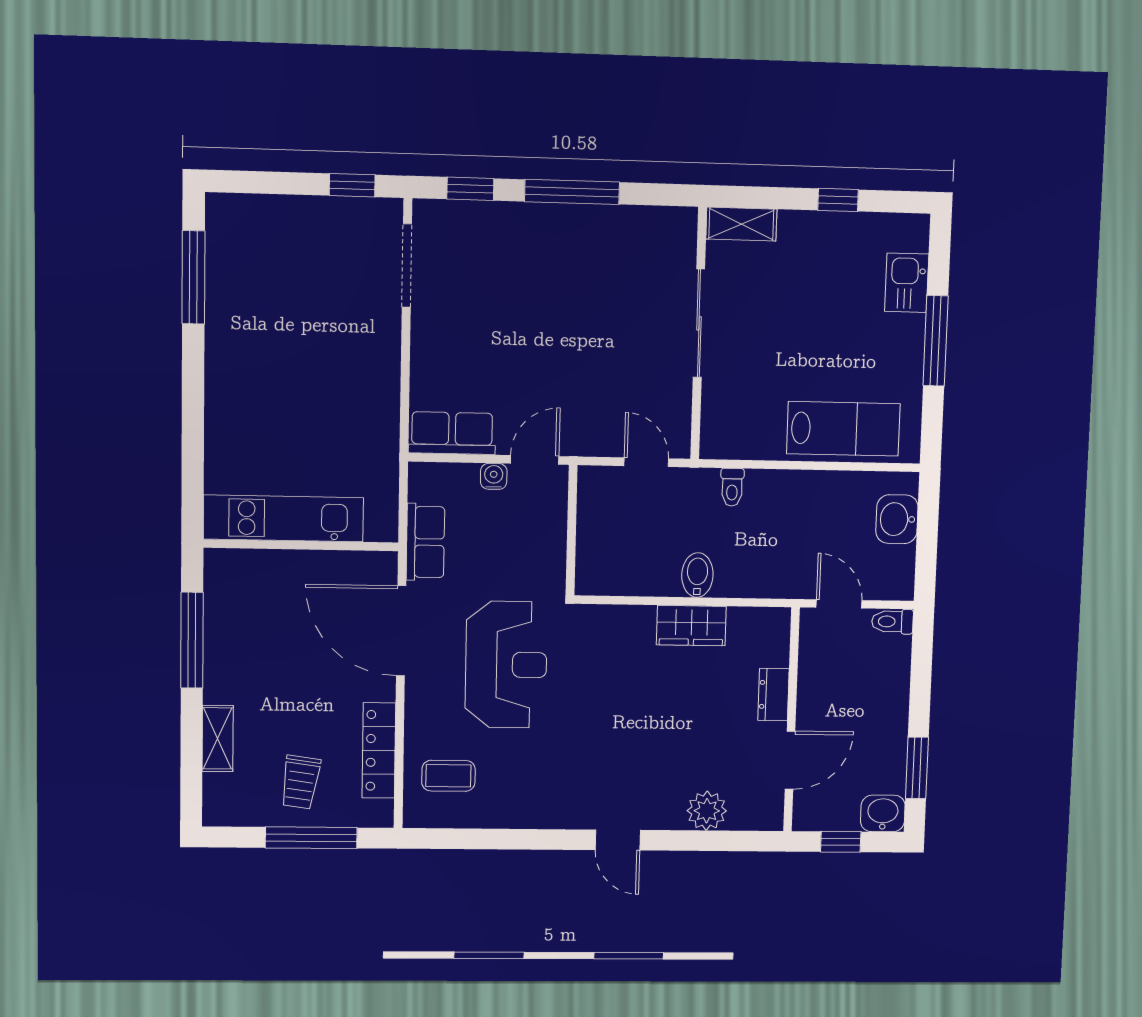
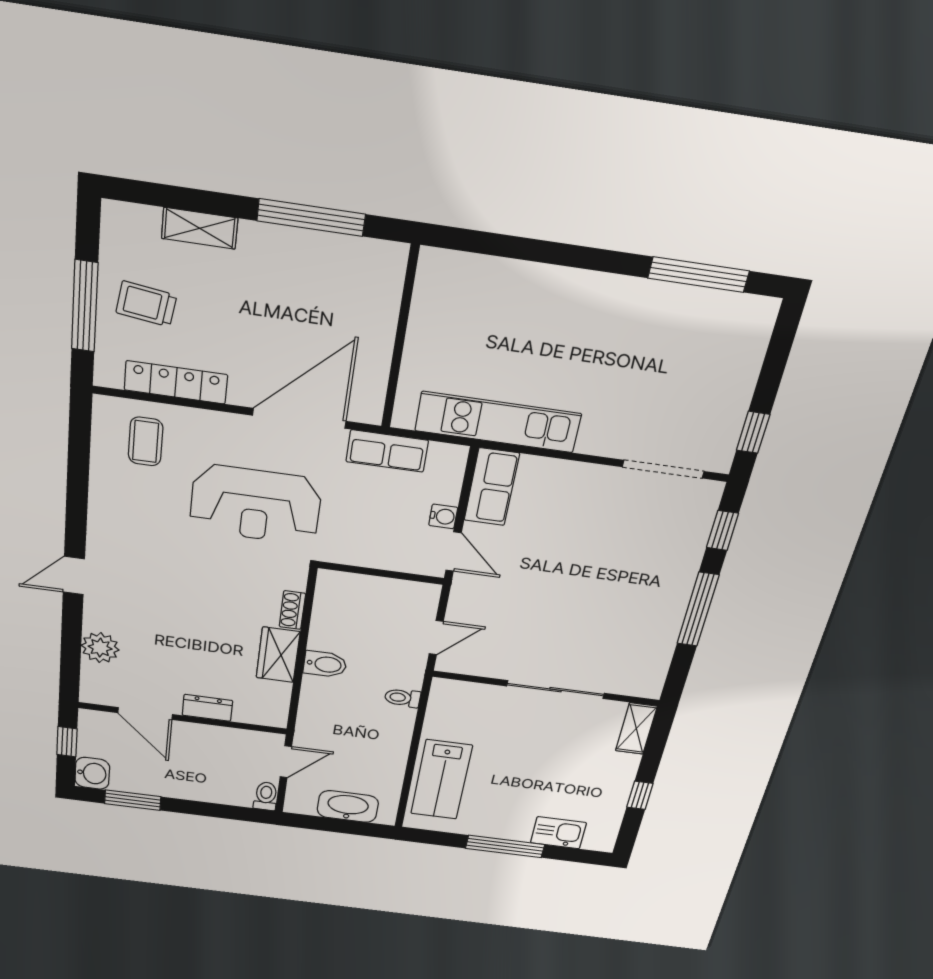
kitchen unit: (283, 518) -> (498, 422), moved, turned -90
washbasin: (897, 519) -> (348, 807), width x1.38
shoe rack: (631, 616) -> (292, 610), added

